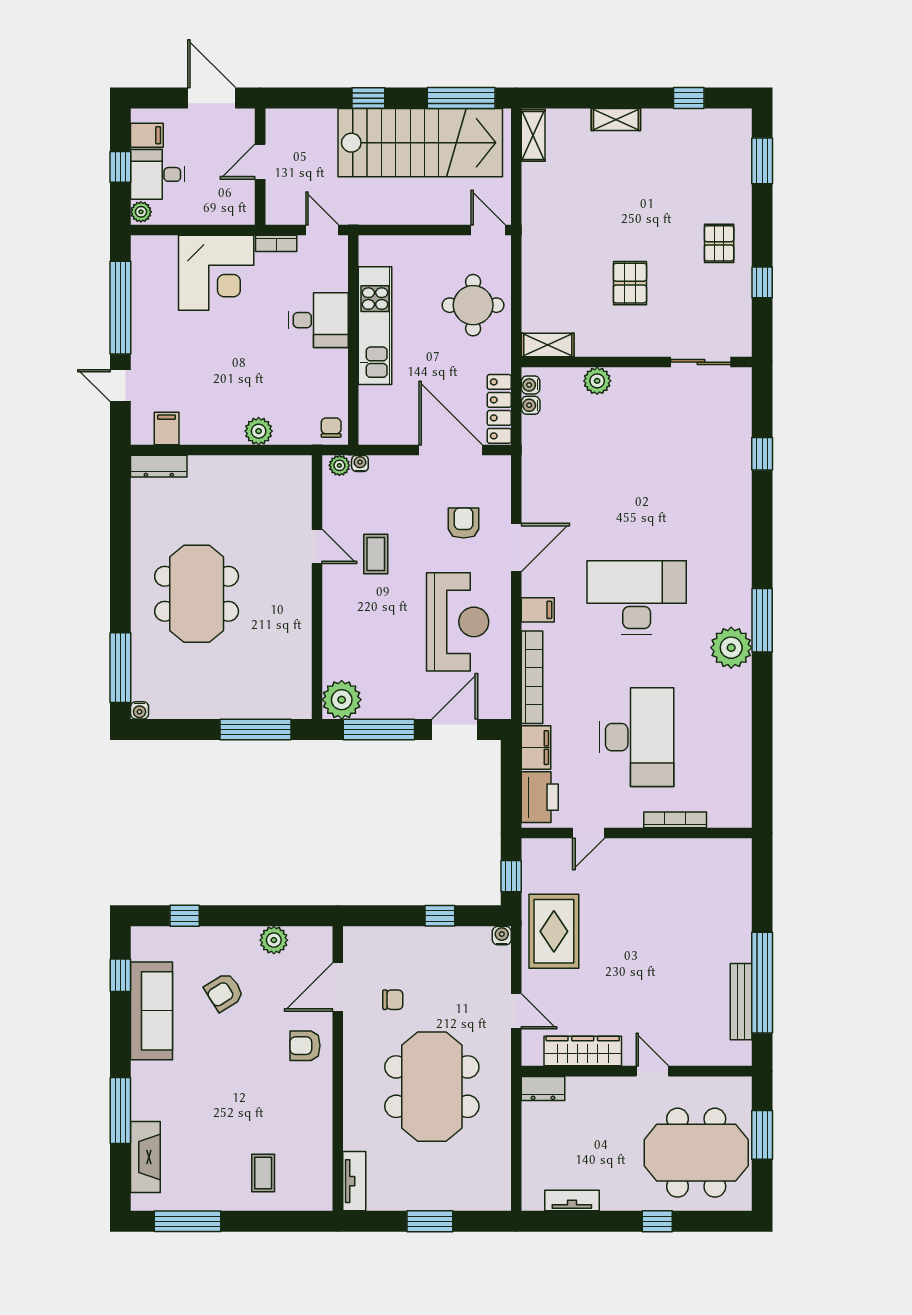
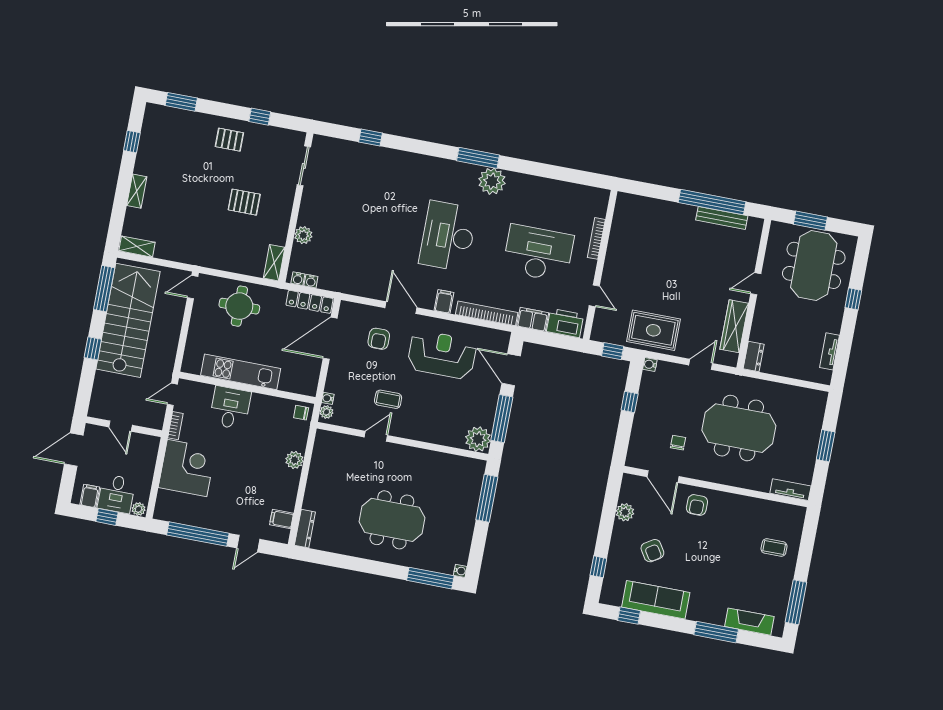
armchair: (464, 523) -> (379, 339), turned -90

